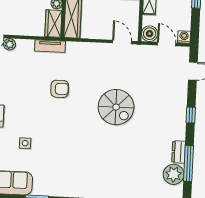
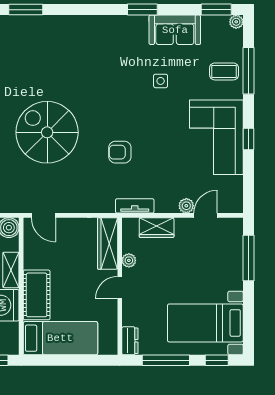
wardrobe: (53, 24) -> (157, 228), moved, turned 90
spiral stairs: (116, 107) -> (47, 132), width x1.37, depth x1.37

